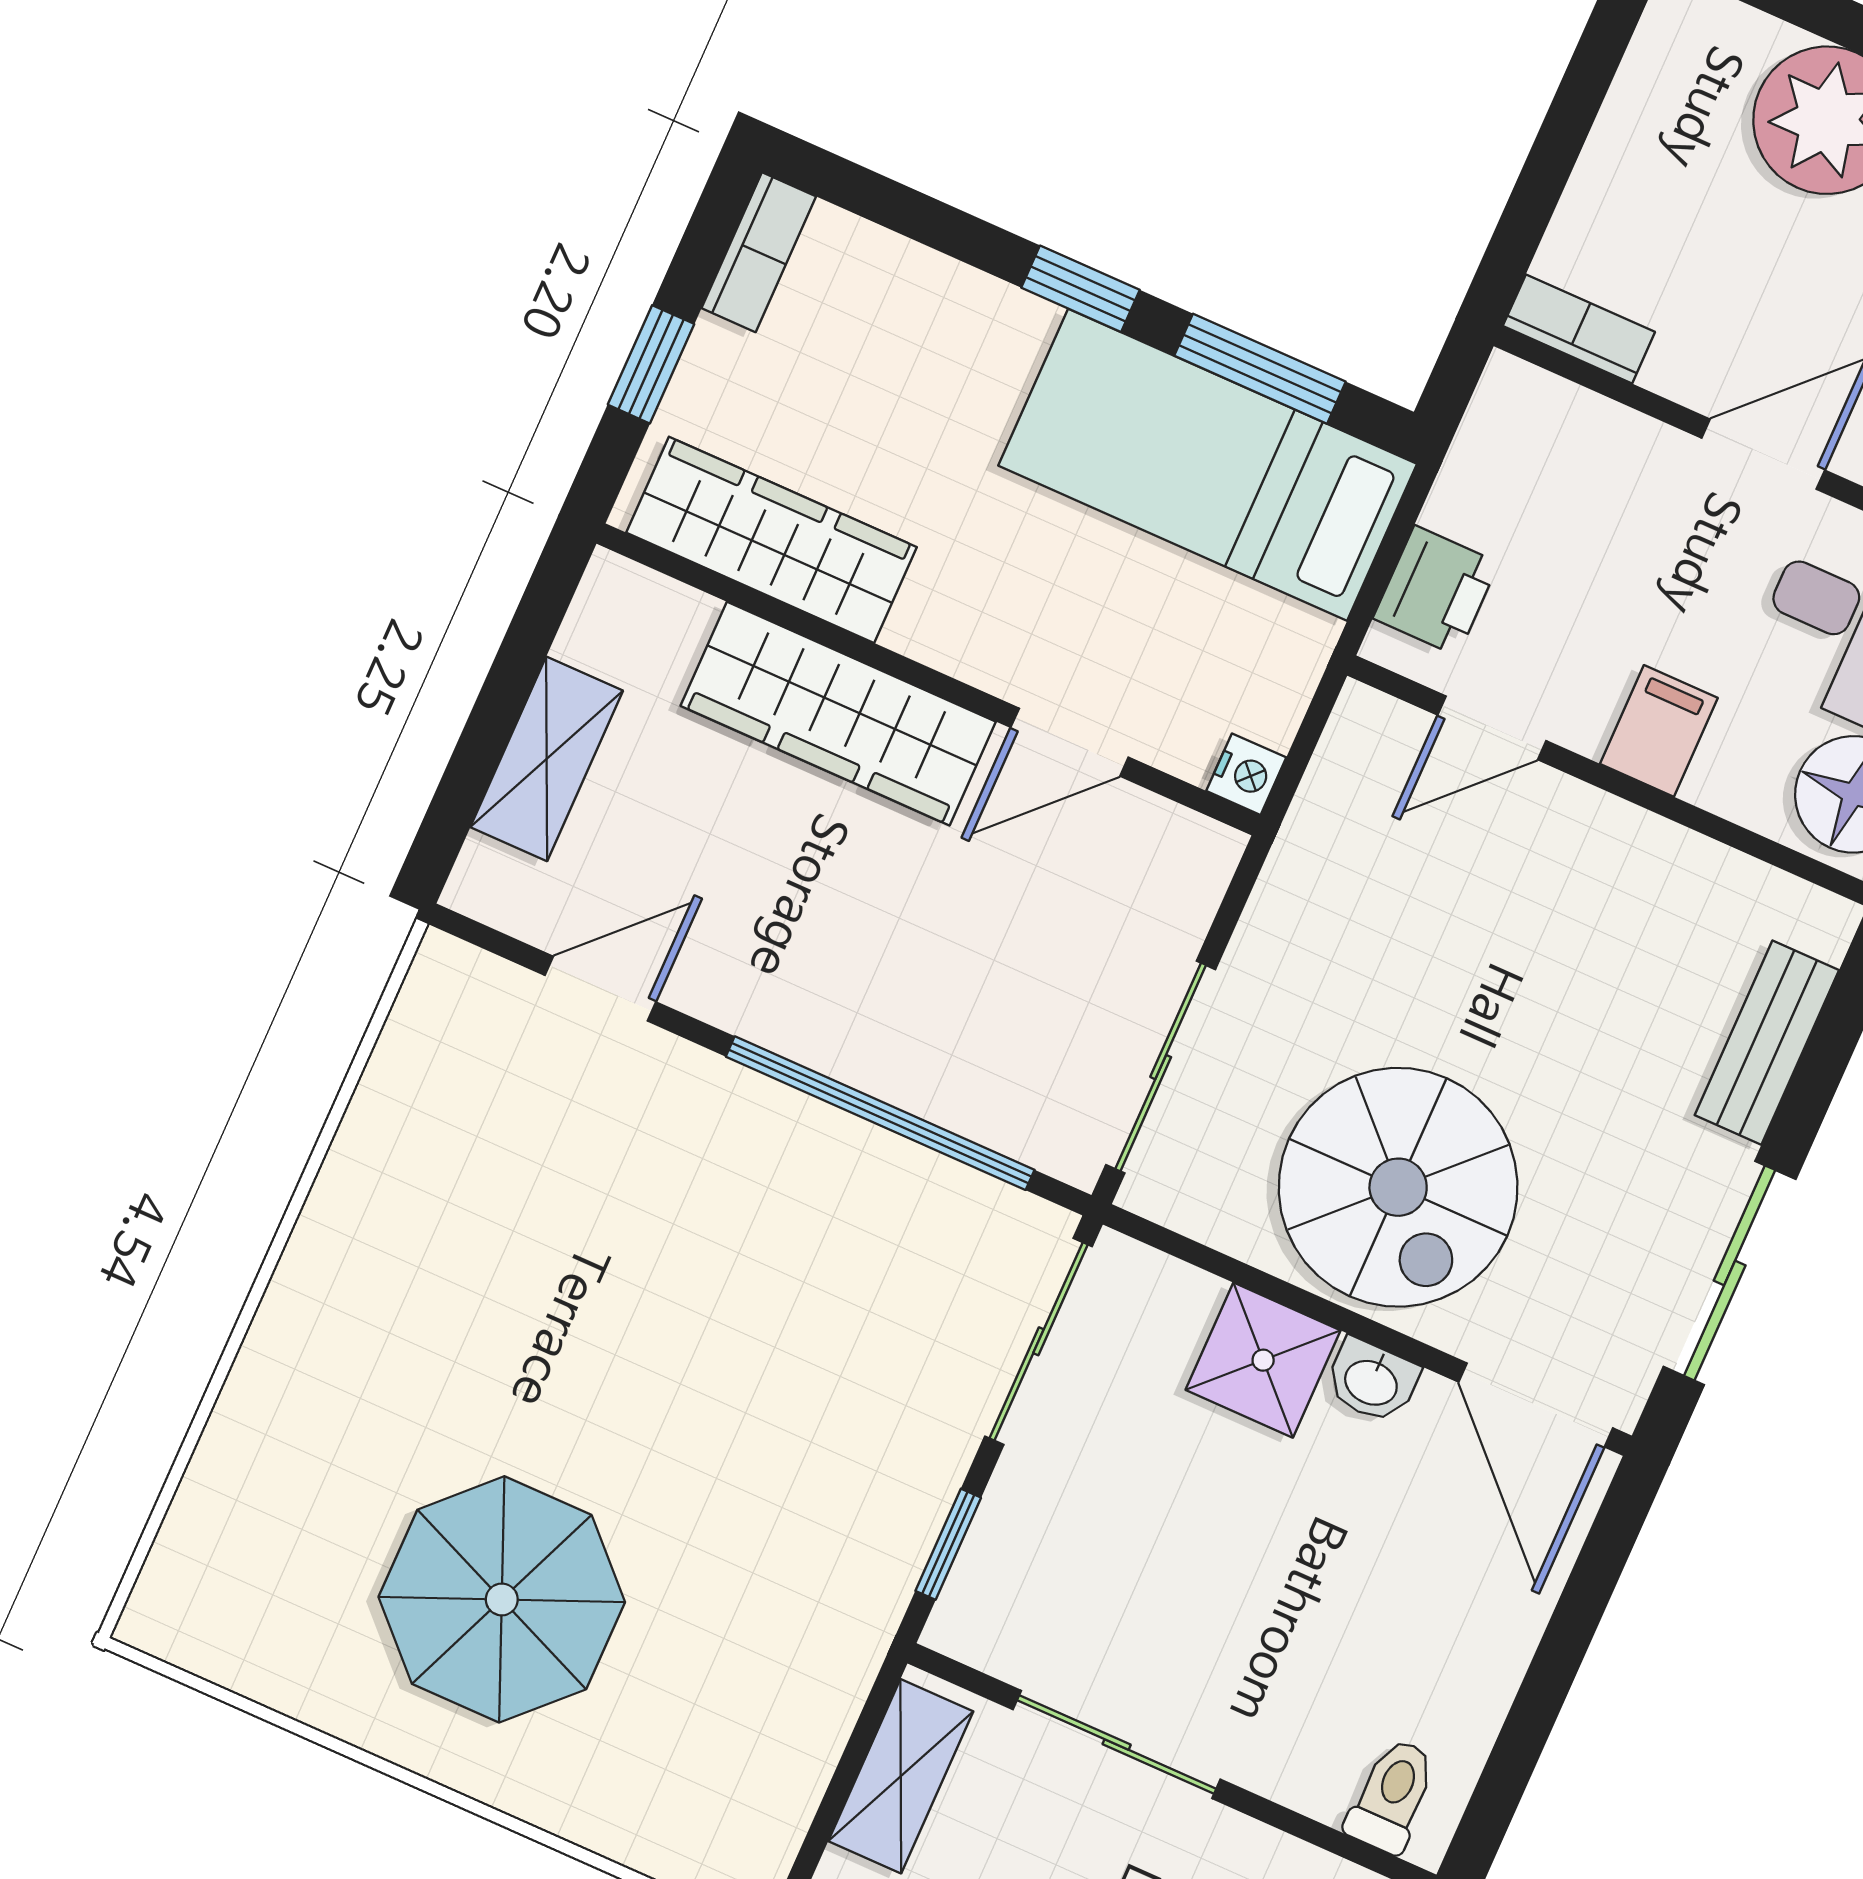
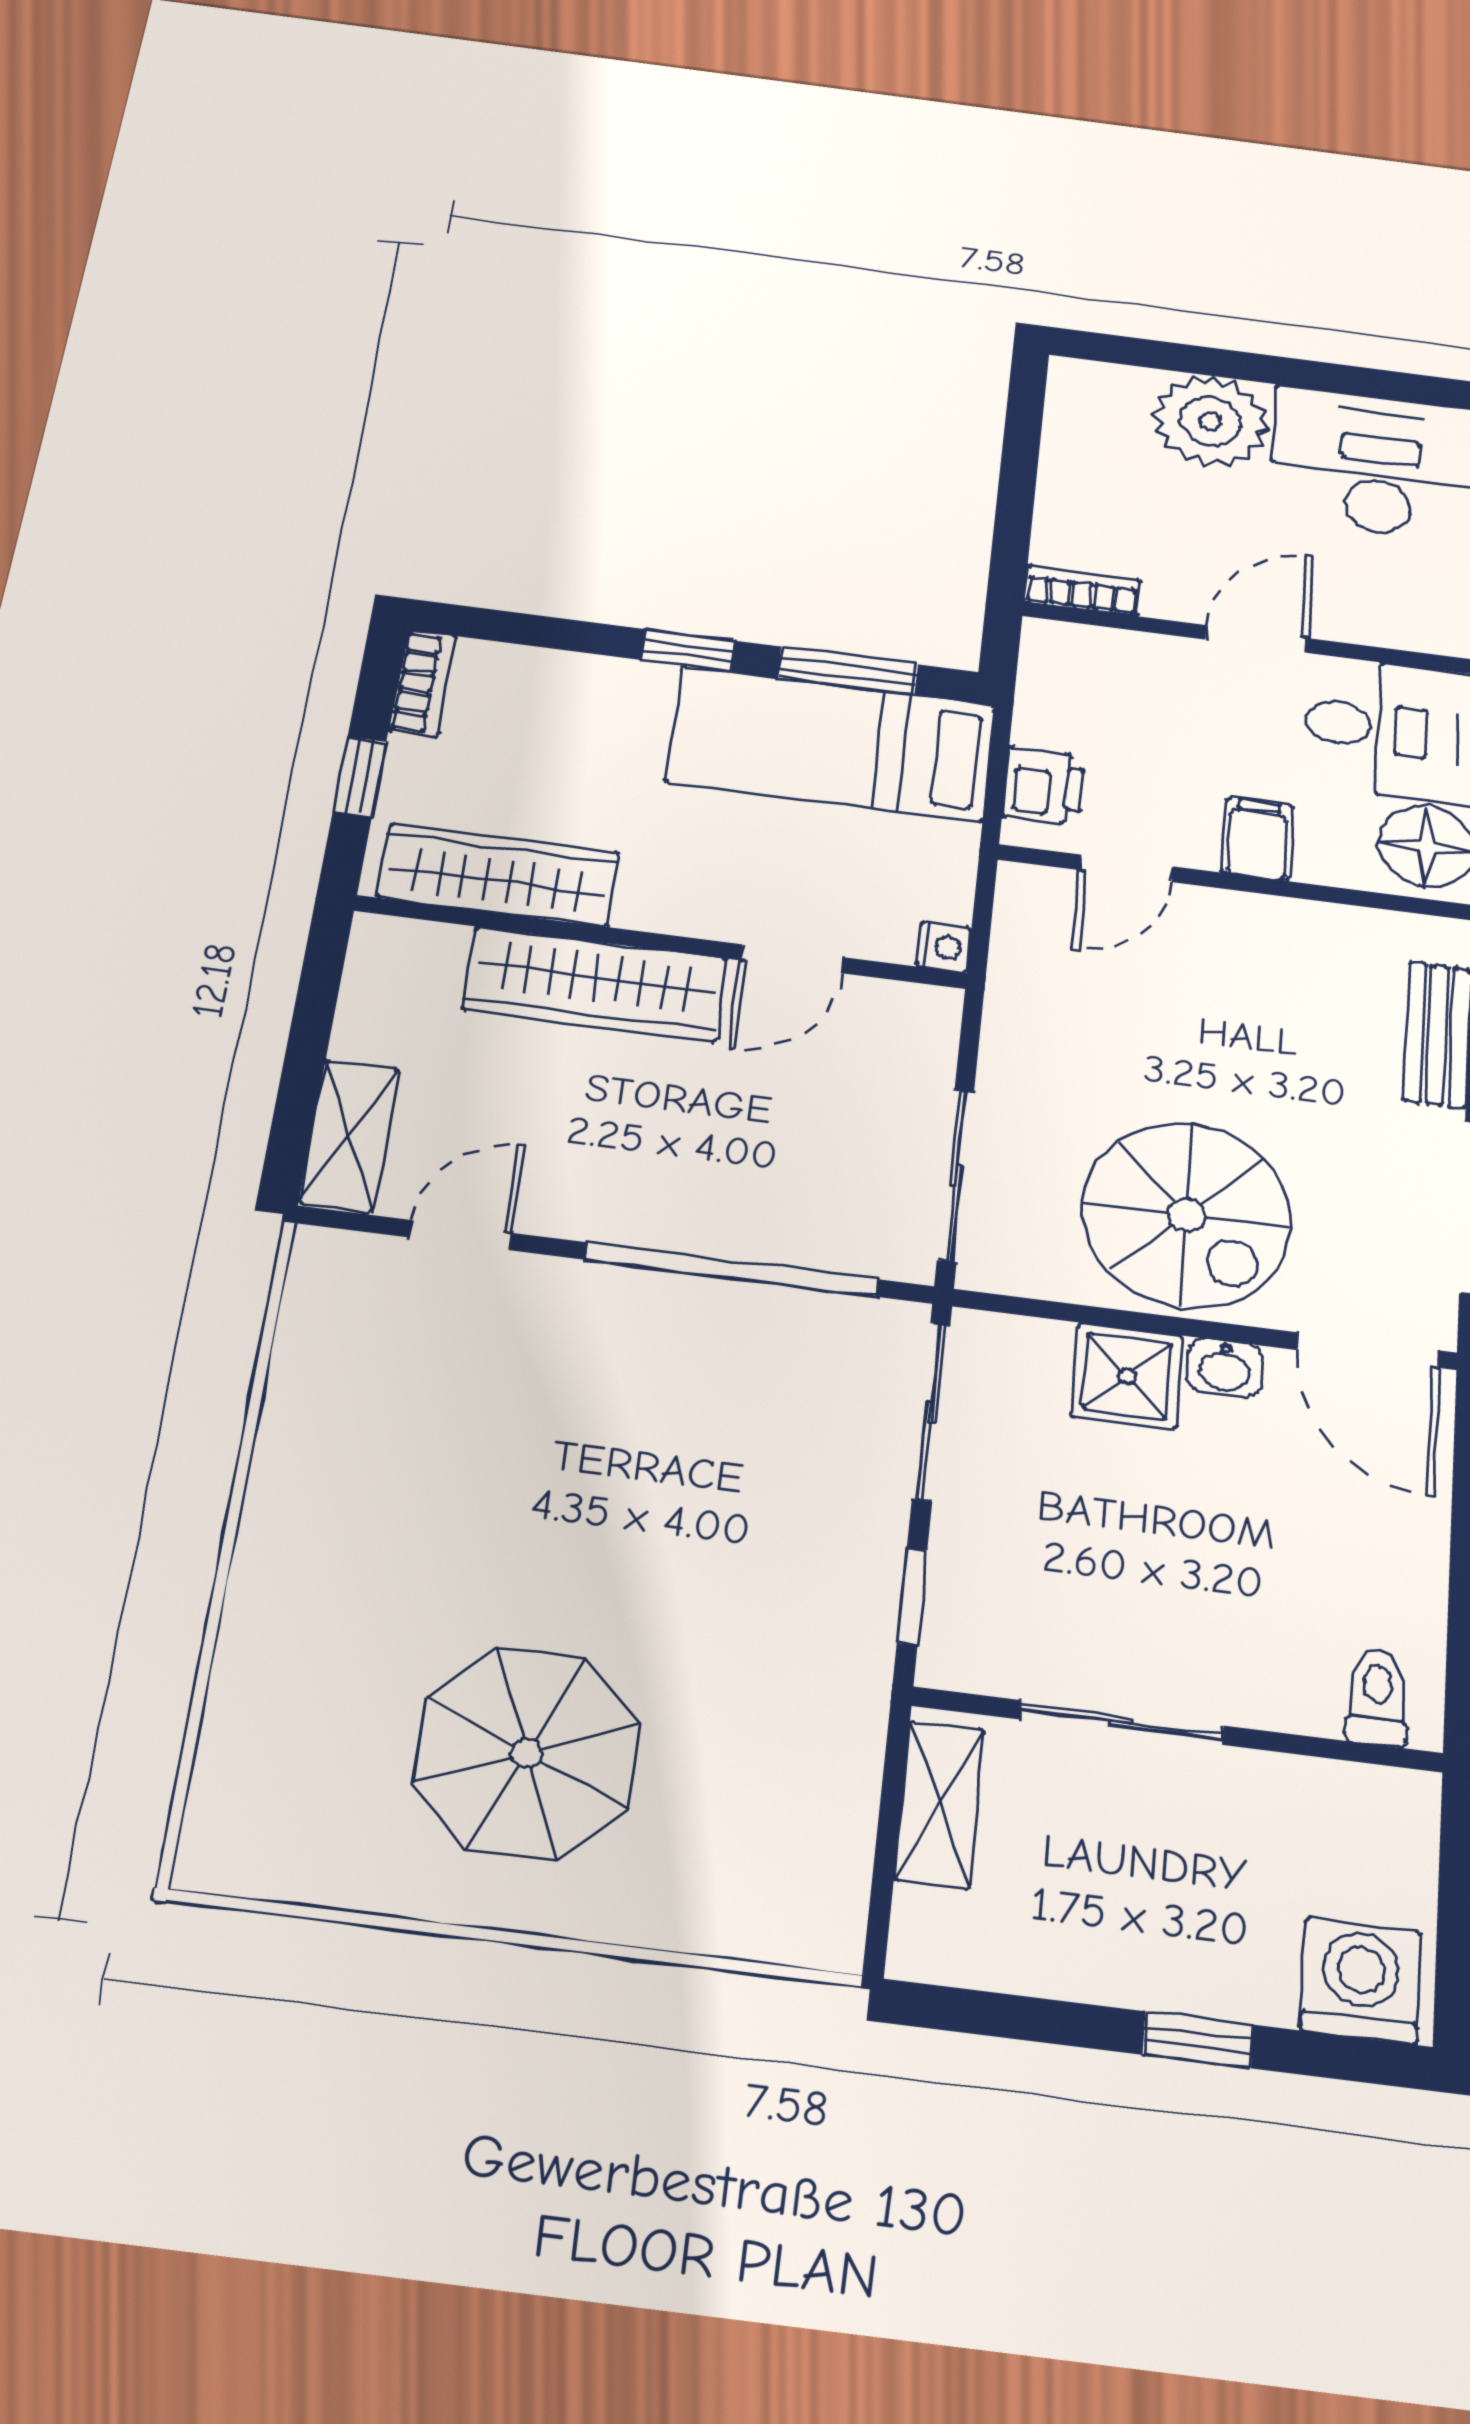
shelving: (547, 759) -> (349, 1135), moved

